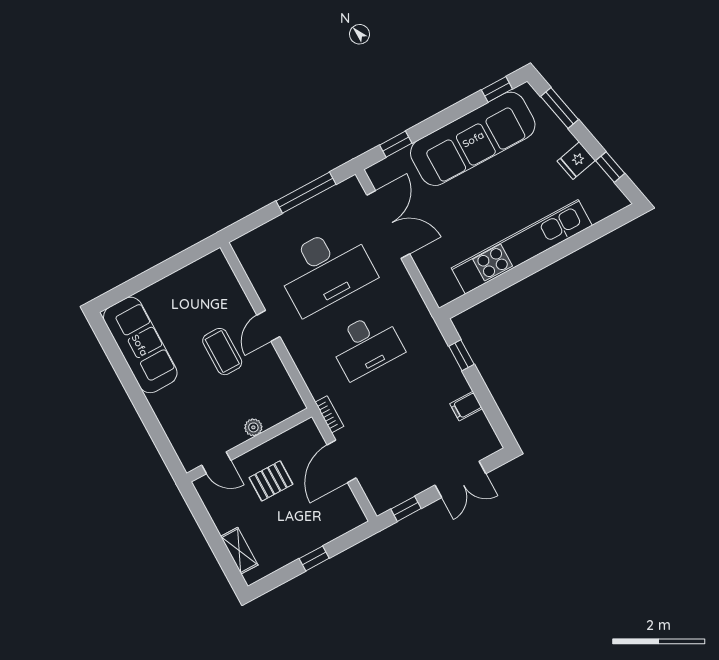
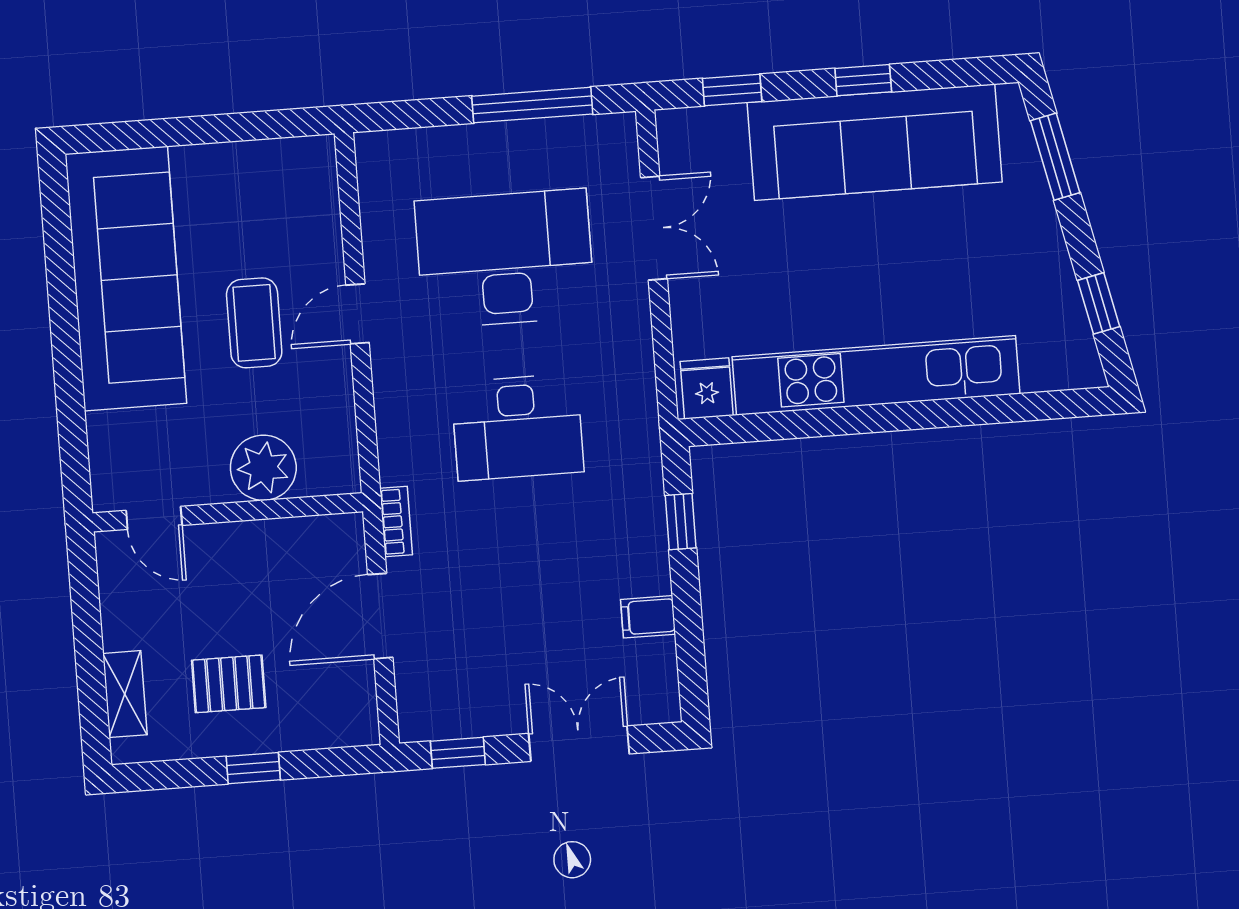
window: (497, 89) -> (863, 80), moved
fridge: (576, 161) -> (707, 388), moved, turned 102
double door: (388, 224) -> (654, 228), width x0.73
desk: (325, 270) -> (505, 259), turned 180
sofa: (140, 345) -> (126, 279), width x1.36, depth x1.27
plant: (253, 427) -> (263, 468), width x1.88, depth x1.88
double door: (460, 479) -> (579, 744), swing flipped
pallet: (271, 481) -> (229, 684), moved

